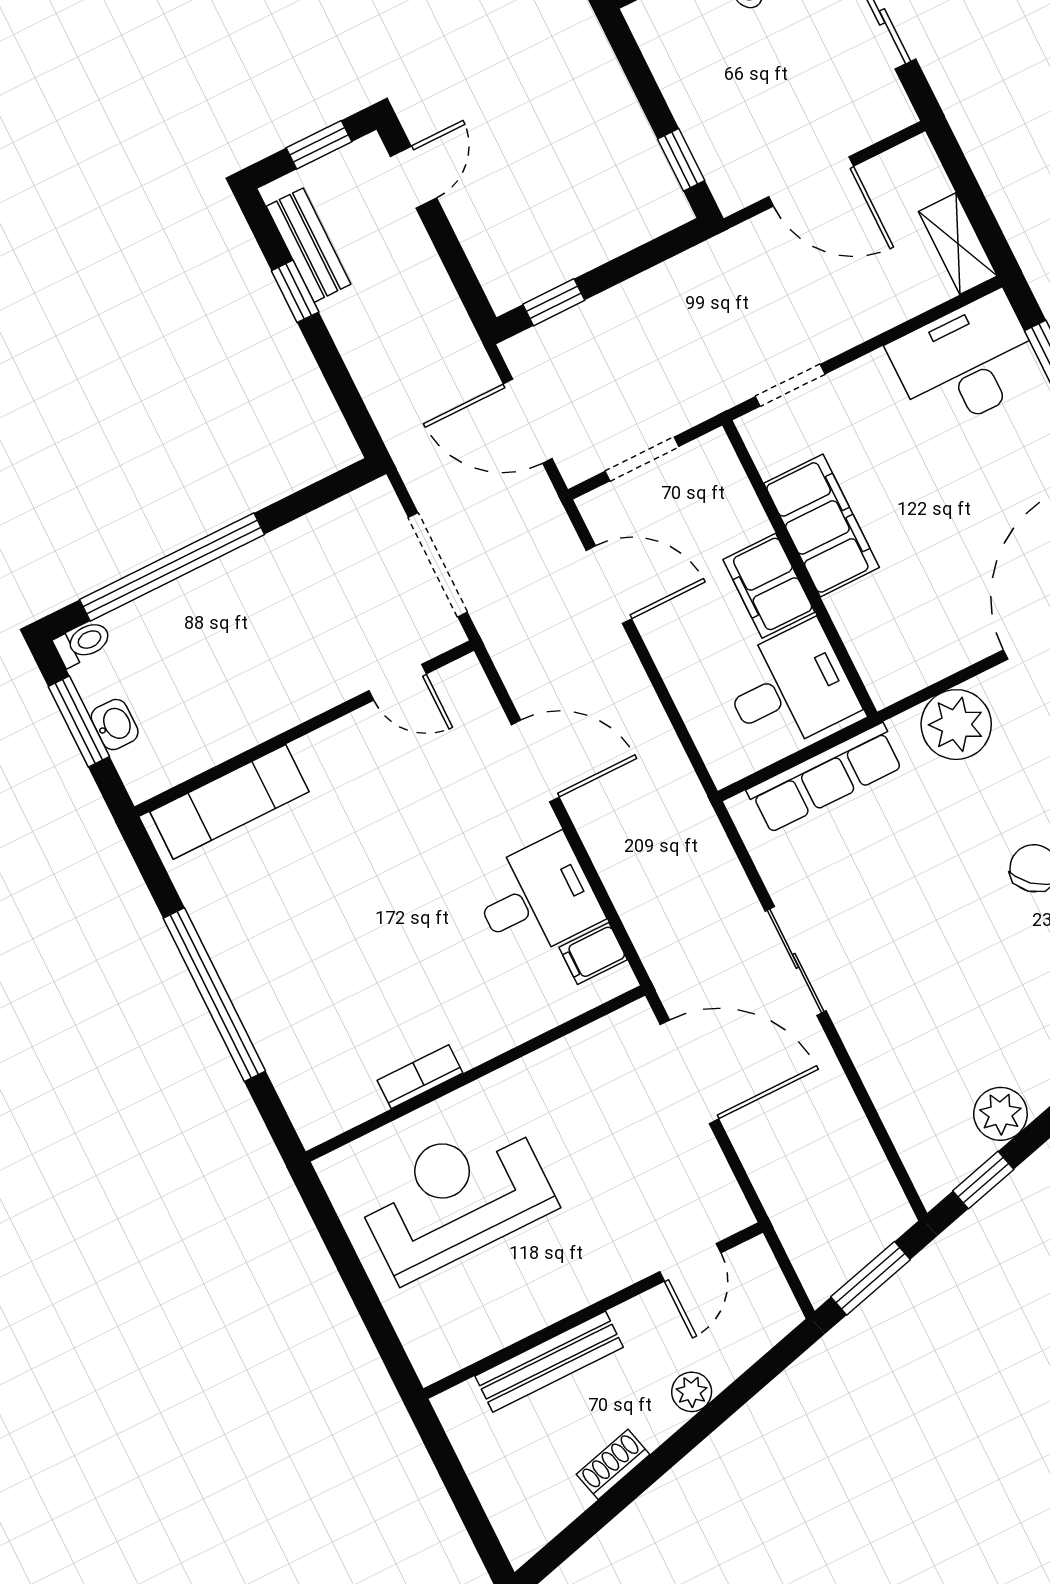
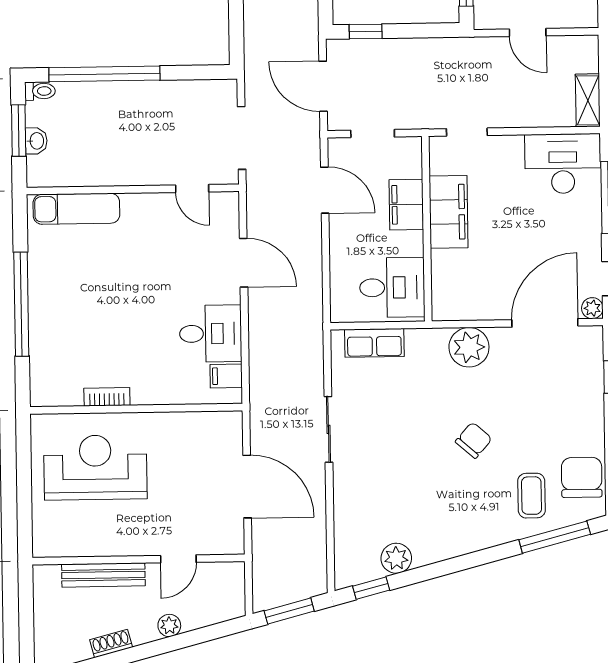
door: (811, 181) -> (528, 32), width x0.73
filing cabinet: (769, 586) -> (406, 205), moved
row of seats: (825, 778) -> (374, 343), width x0.68
door: (689, 1072) -> (247, 487), moved
door: (690, 1262) -> (178, 559), moved

